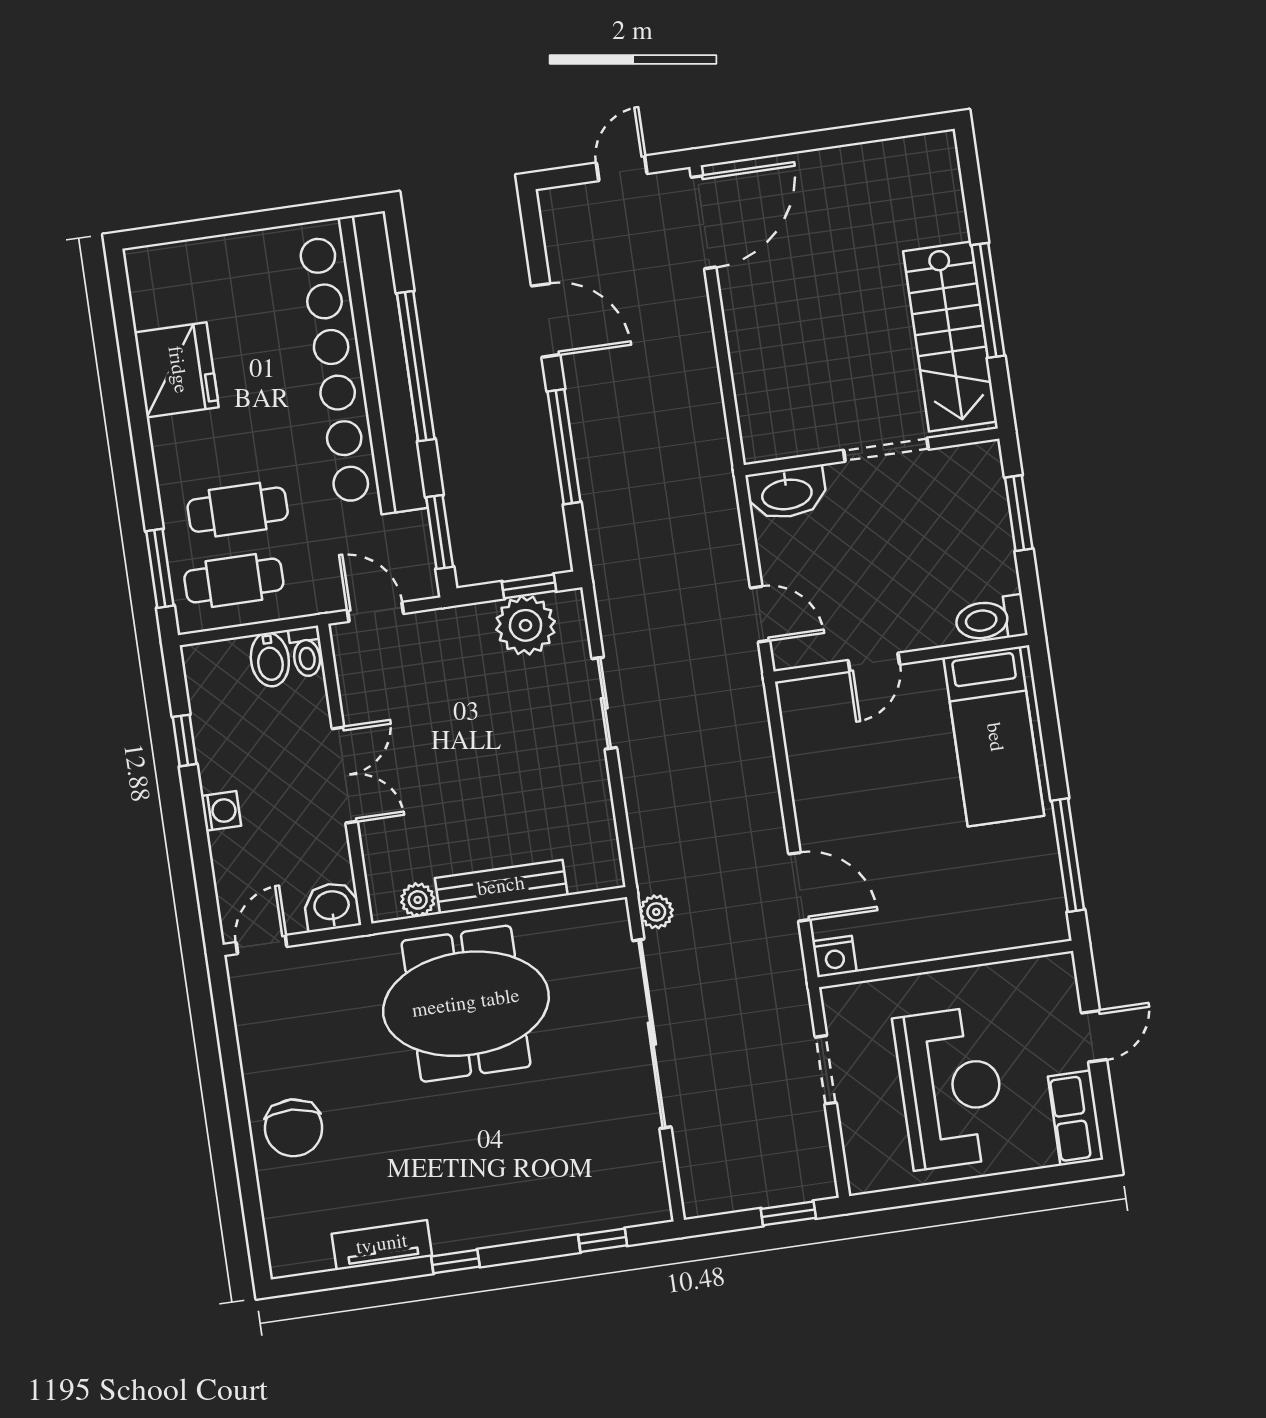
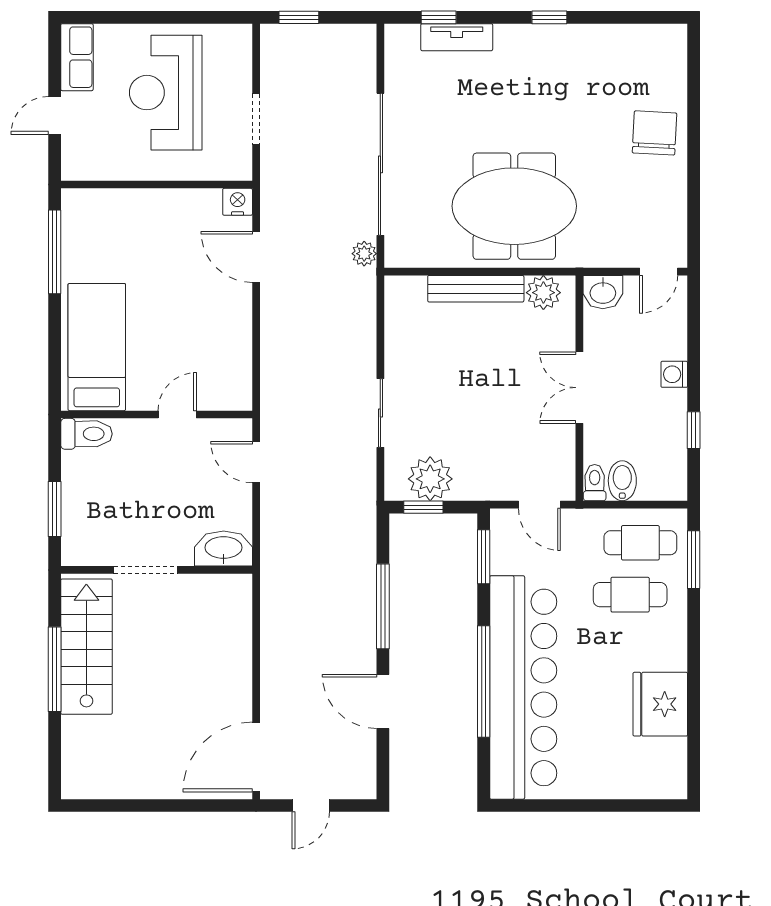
plant: (418, 900) -> (543, 293), width x1.38, depth x1.38
tv unit: (382, 1245) -> (457, 37), moved

